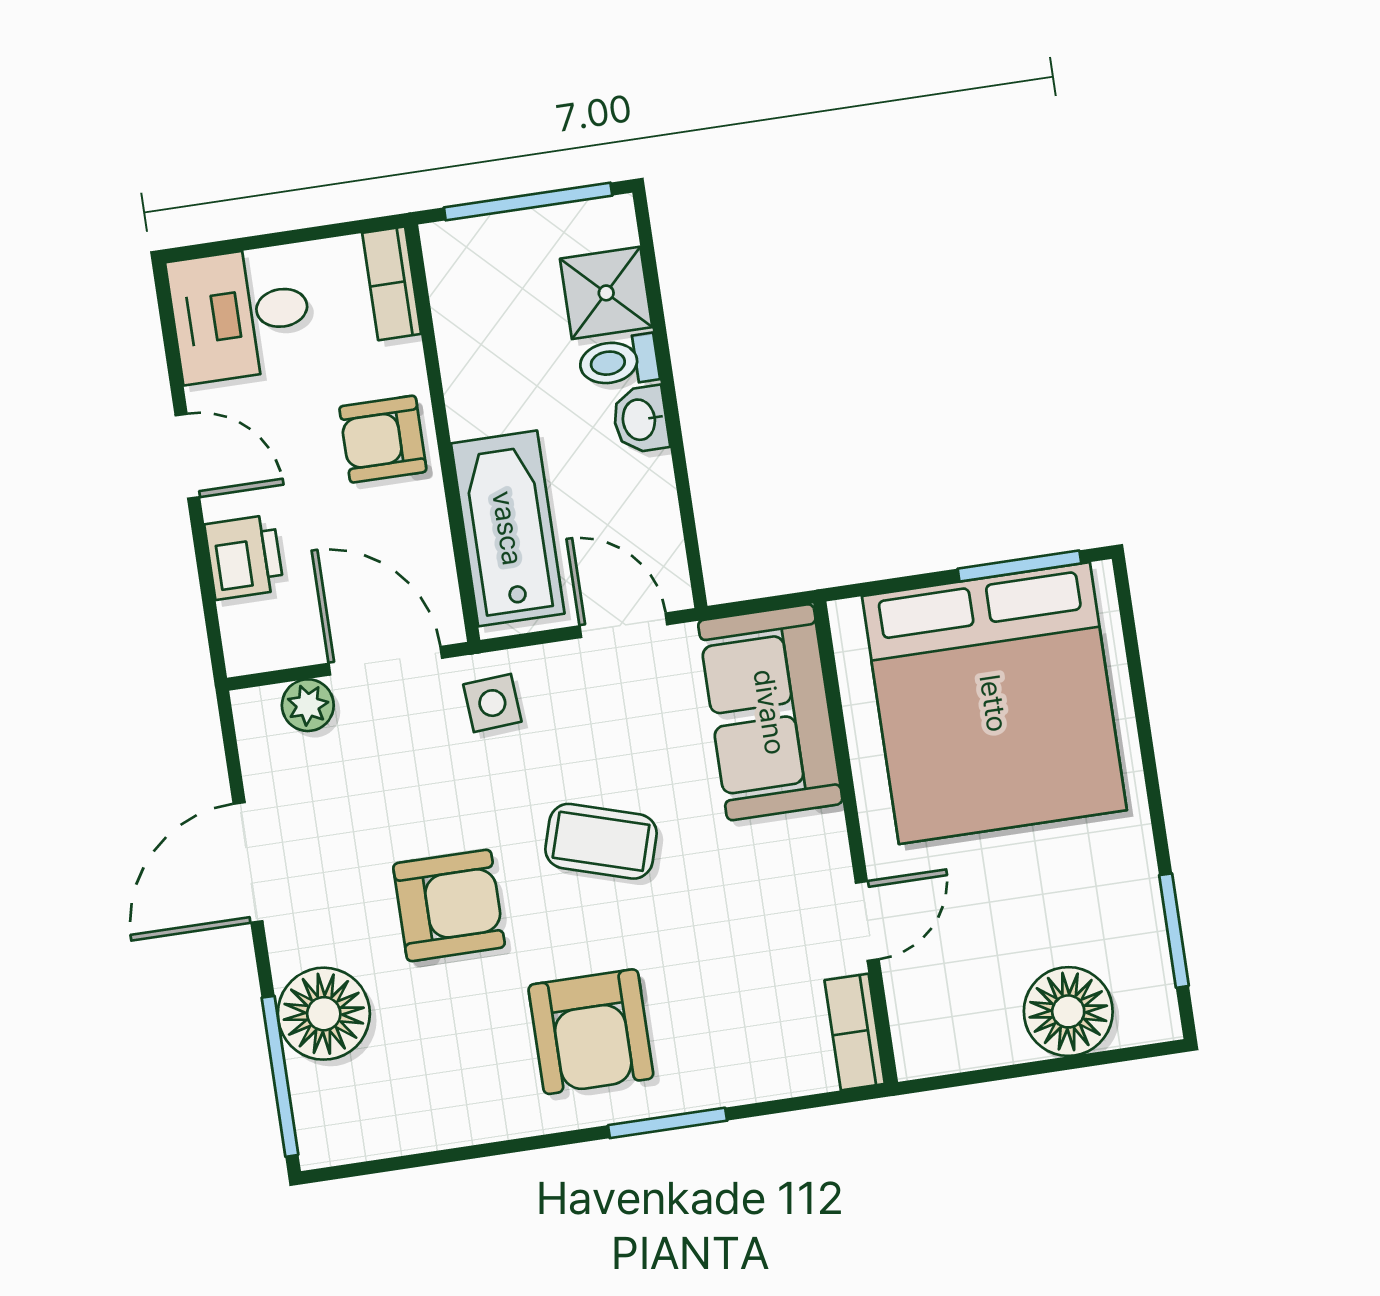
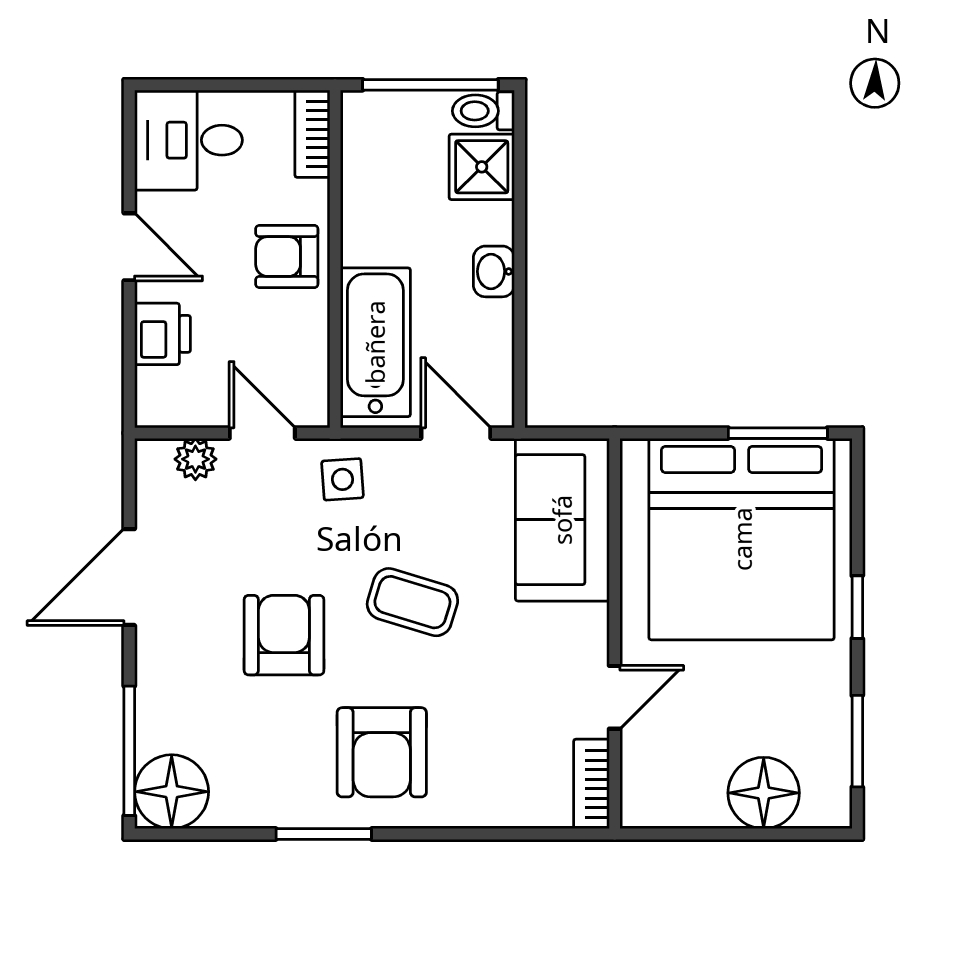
toilet: (619, 361) -> (483, 111), moved
door: (385, 661) -> (262, 433), width x0.73
window: (1149, 766) -> (857, 607), added
armchair: (449, 905) -> (284, 635), turned -90
floor lamp: (324, 1014) -> (172, 792), moved
window: (668, 1123) -> (324, 834), moved

